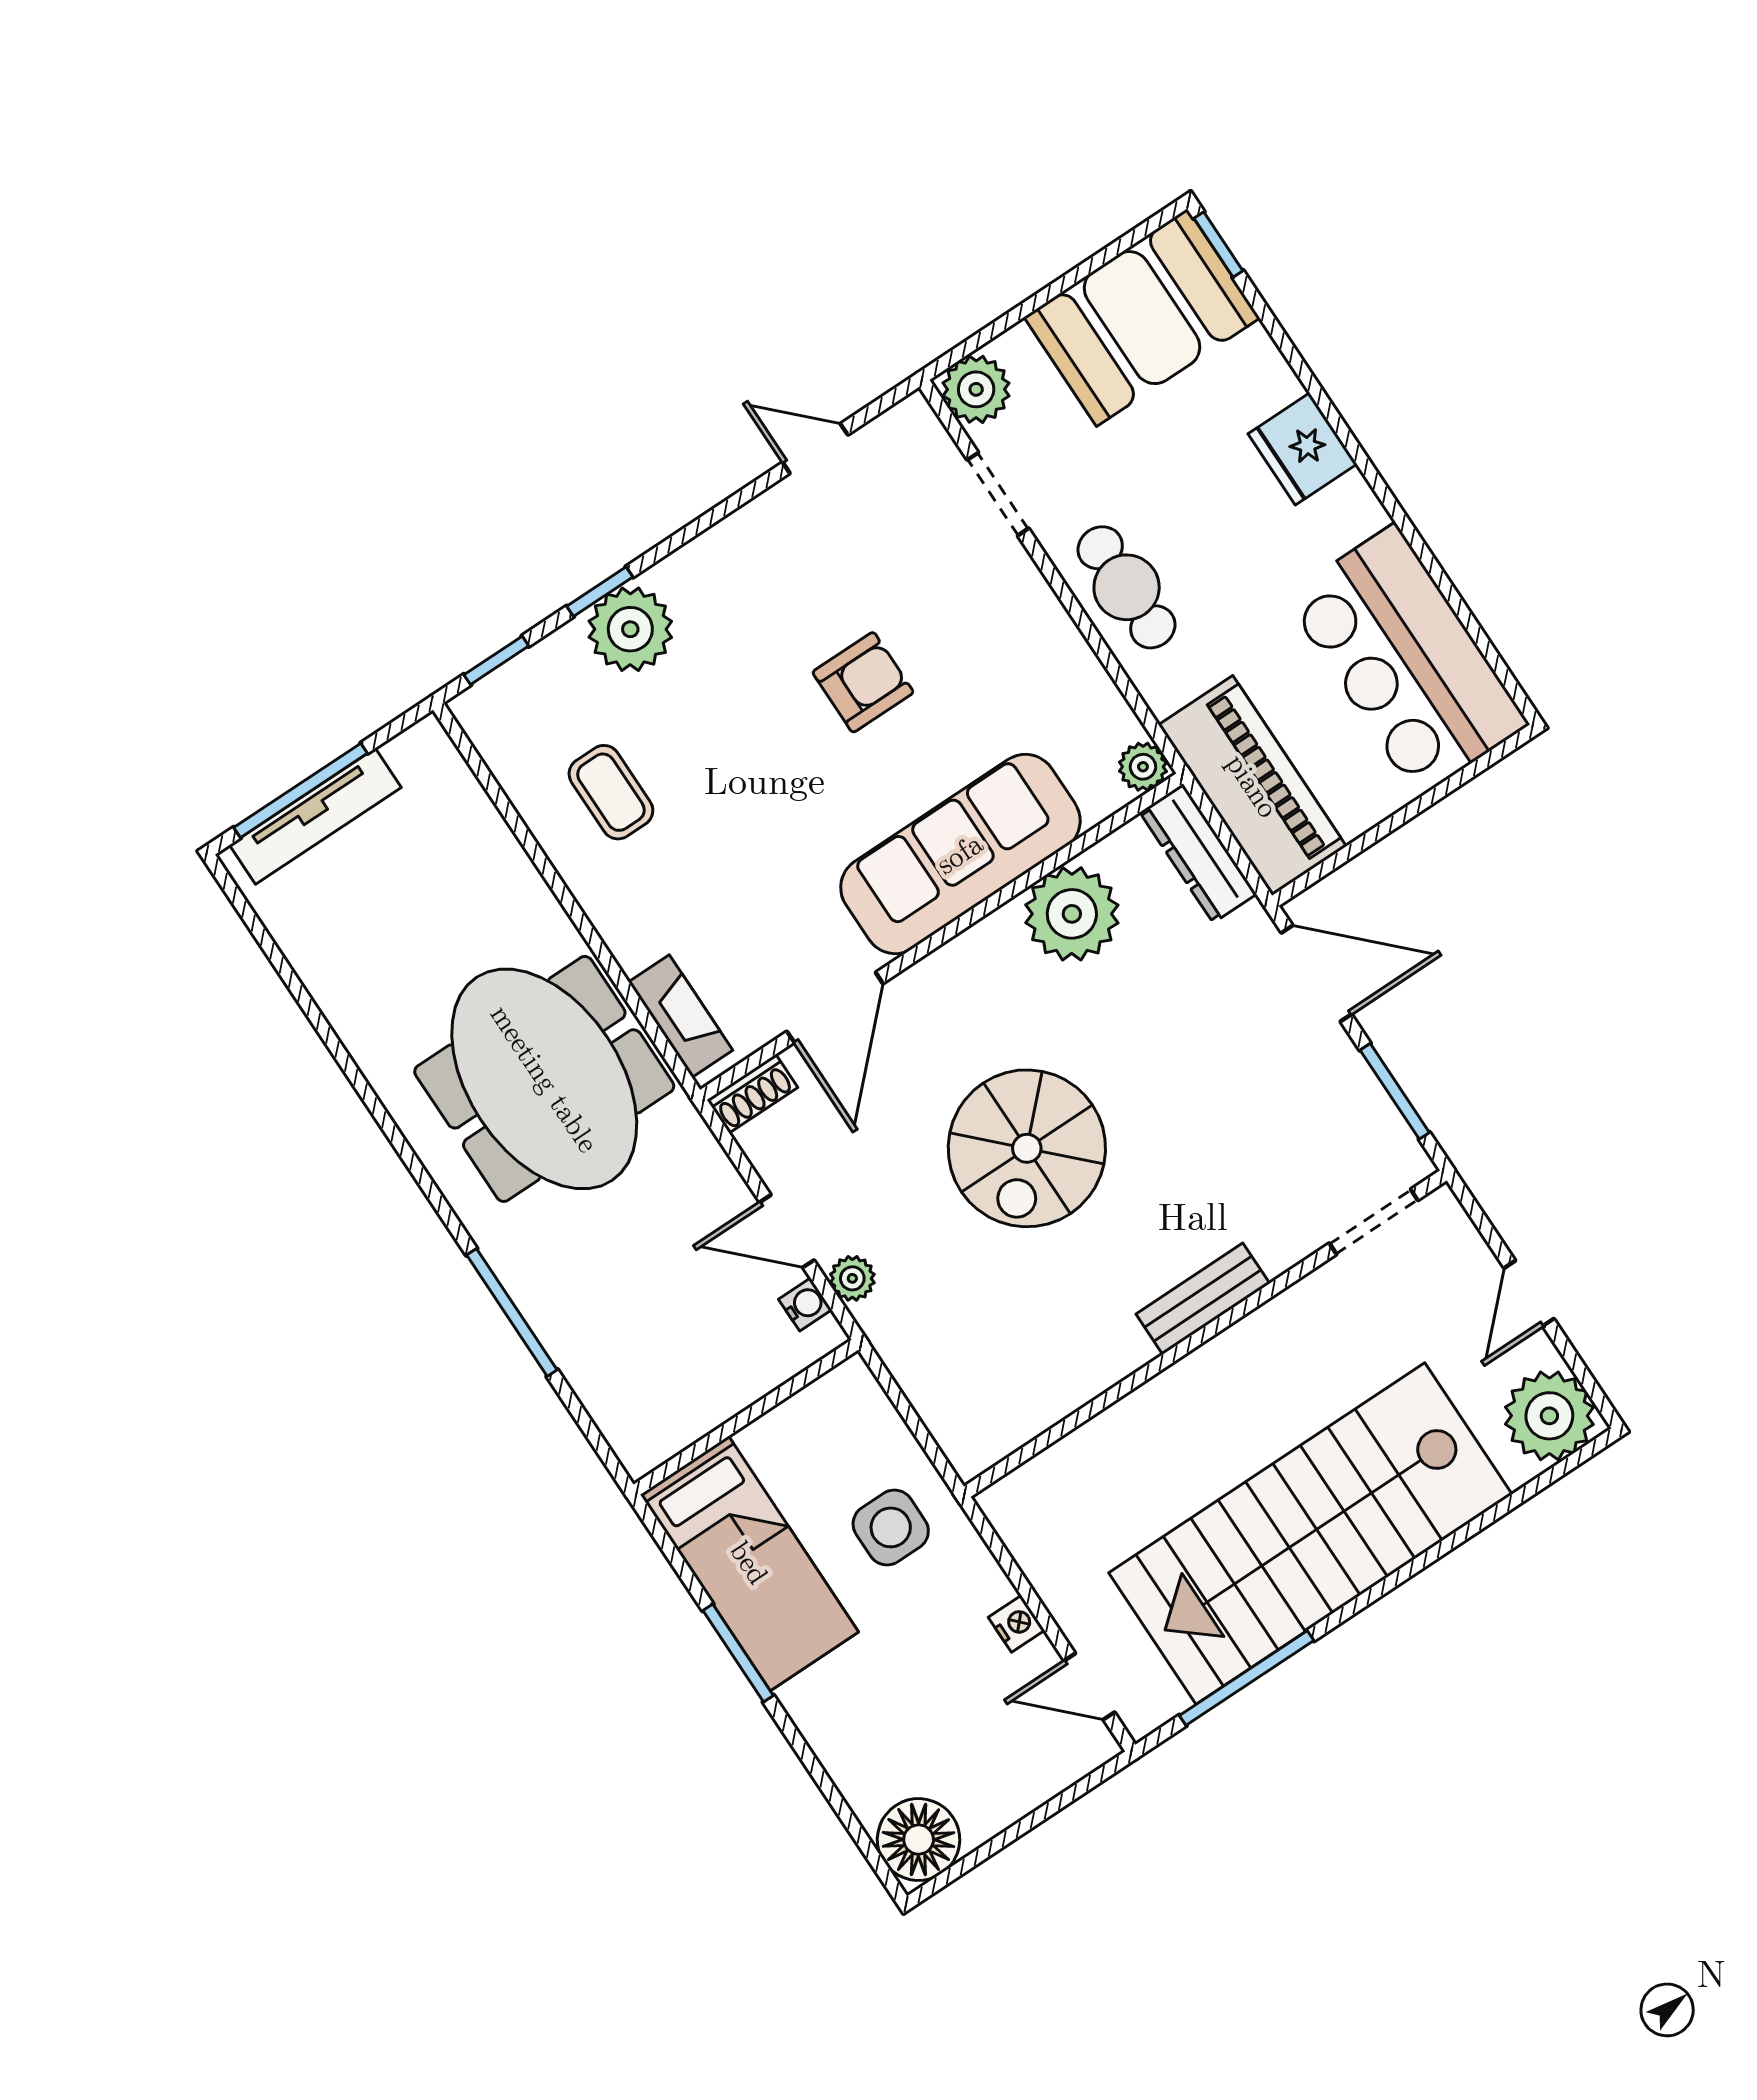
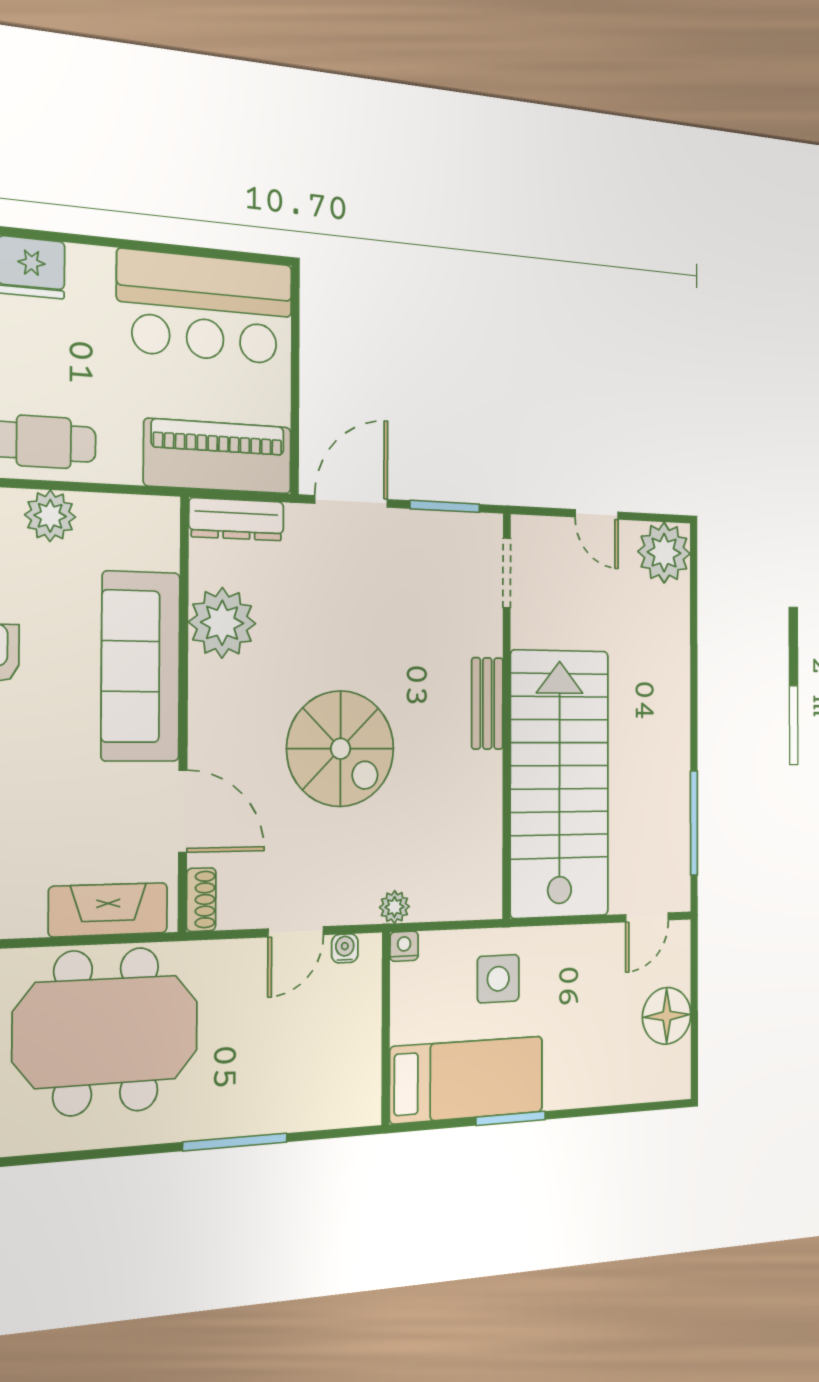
plant: (1143, 767) -> (50, 516), moved, width x1.38, depth x1.38
fireplace: (681, 1016) -> (108, 910), width x1.37, depth x1.32
plant: (852, 1278) -> (394, 907), moved
stairs: (1310, 1534) -> (560, 783), moved, turned 180
nightstand: (1016, 1624) -> (404, 946), moved
floor lamp: (919, 1840) -> (667, 1016), moved

